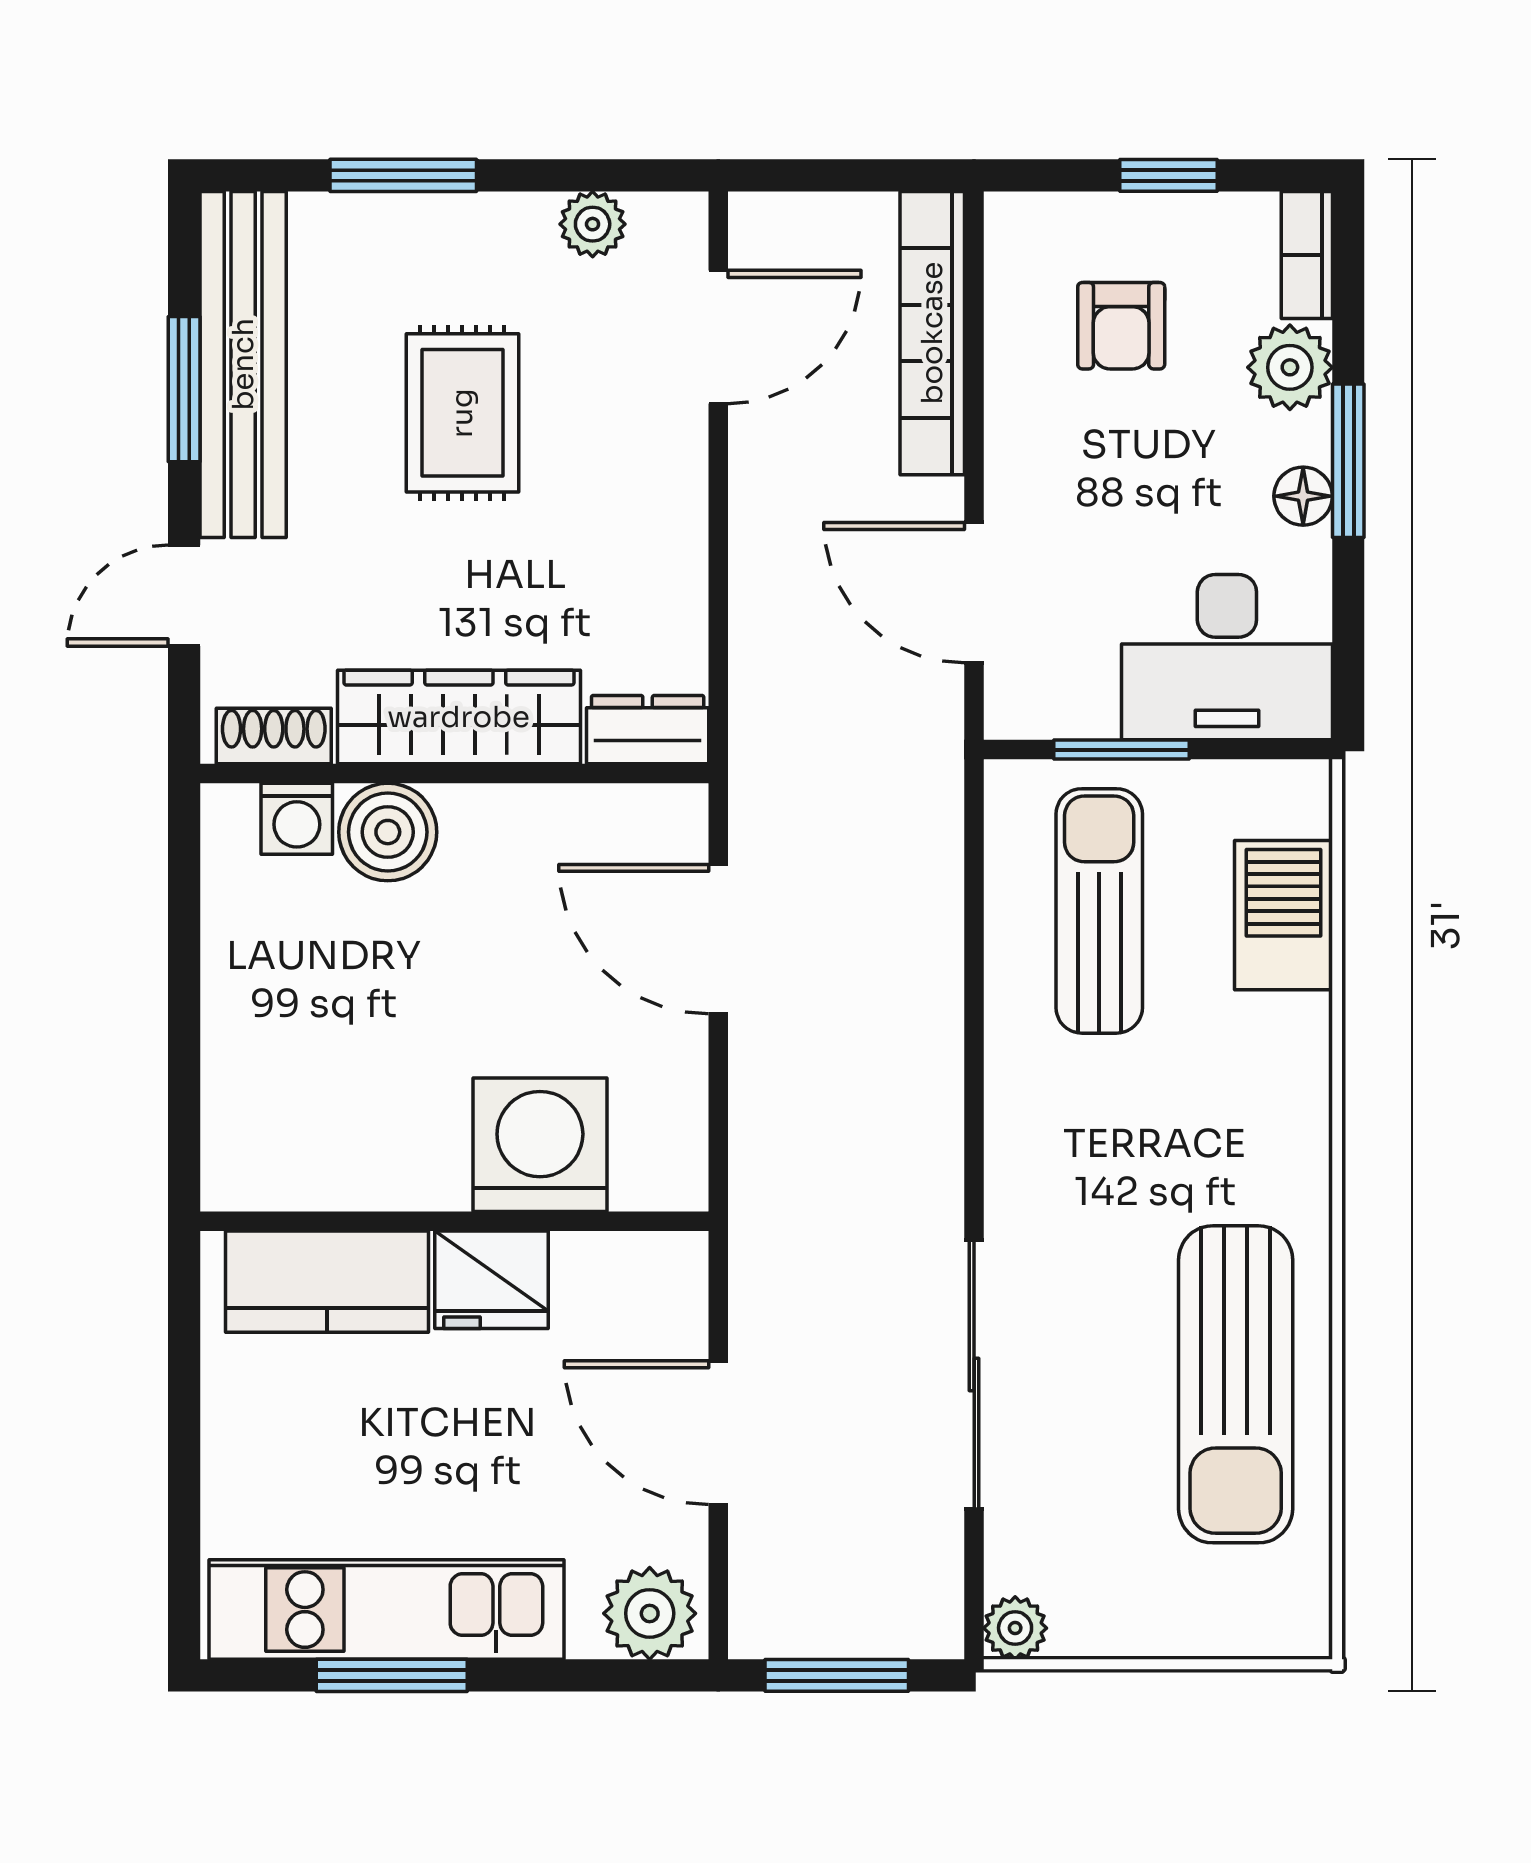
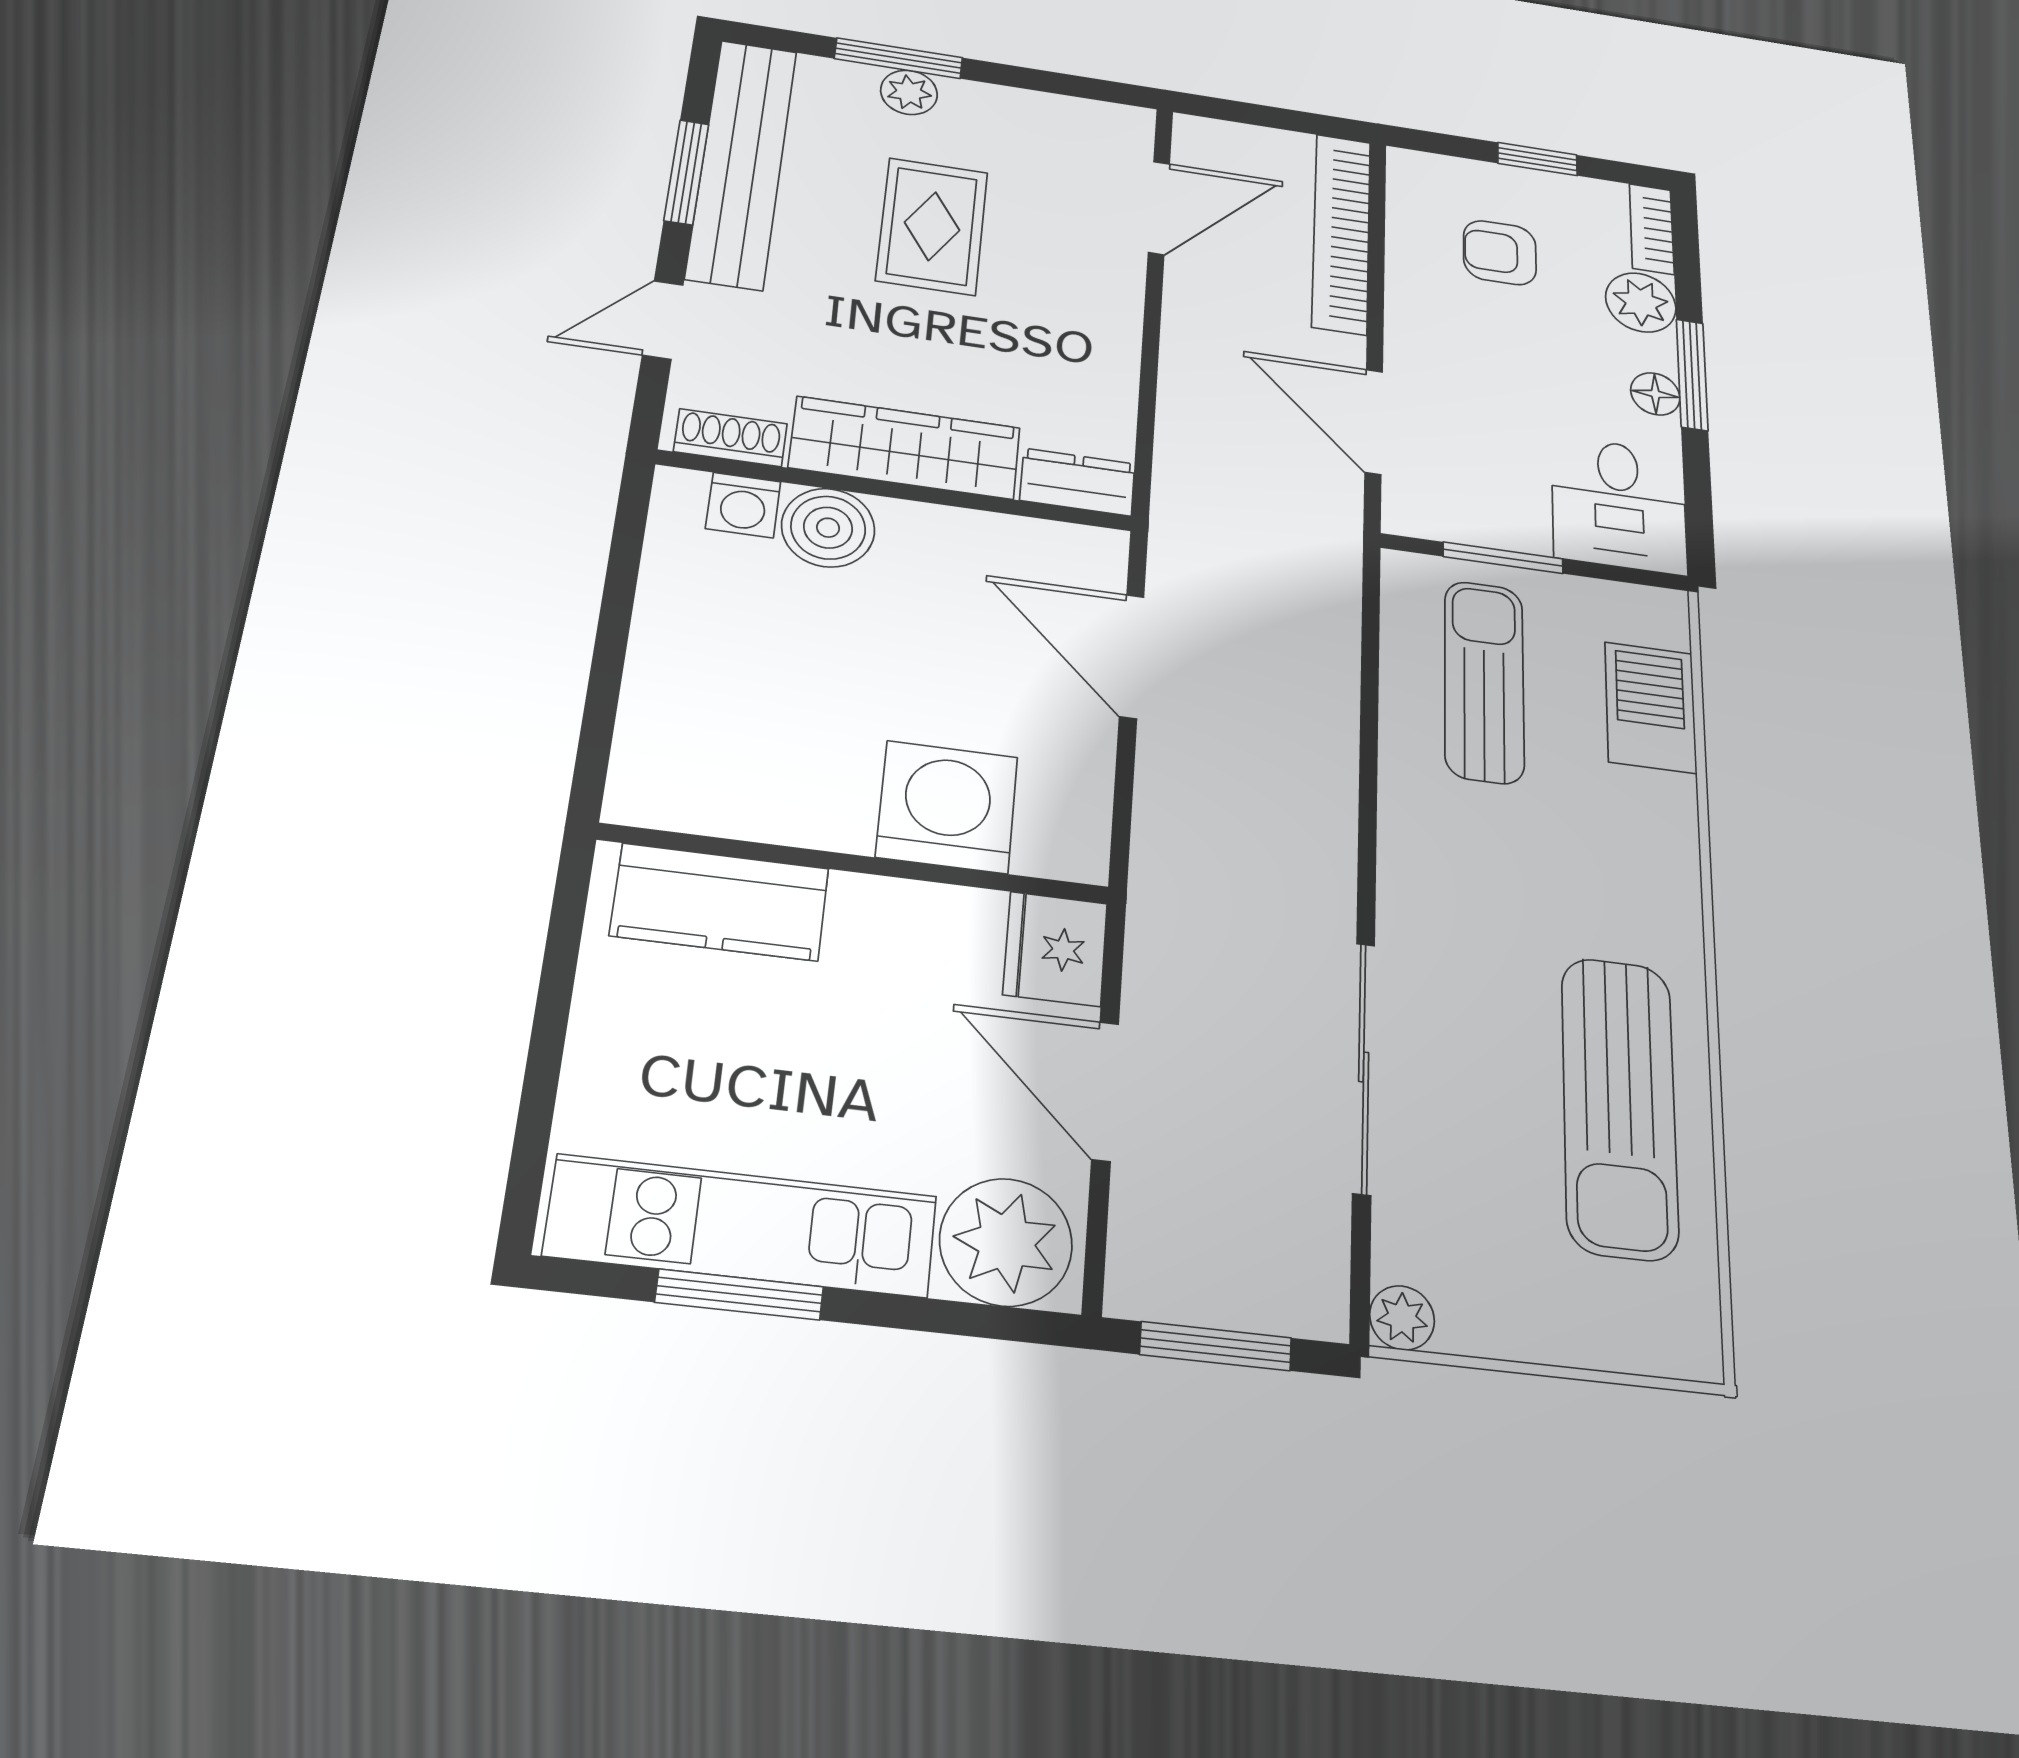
plant: (593, 224) -> (909, 92), moved
armchair: (1121, 326) -> (1500, 253), turned 90
desk: (1227, 657) -> (1619, 505), width x0.73
fridge: (492, 1280) -> (1055, 949), moved, turned 90
plant: (650, 1613) -> (1006, 1242), width x1.36, depth x1.36

